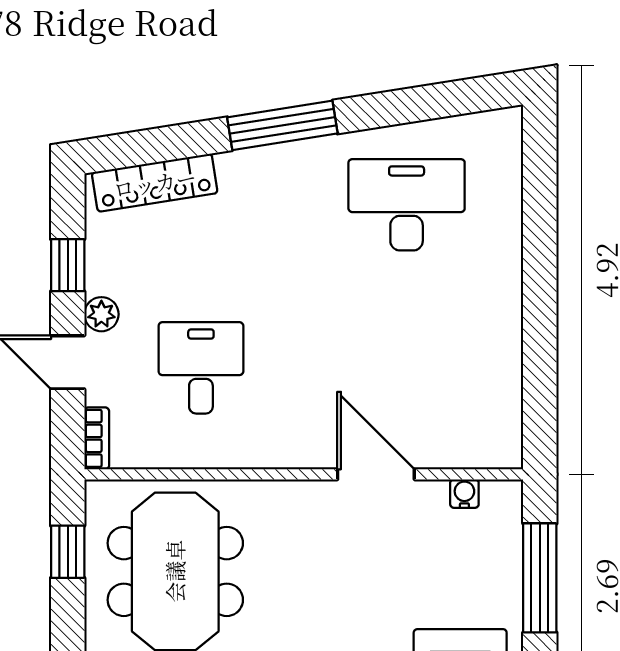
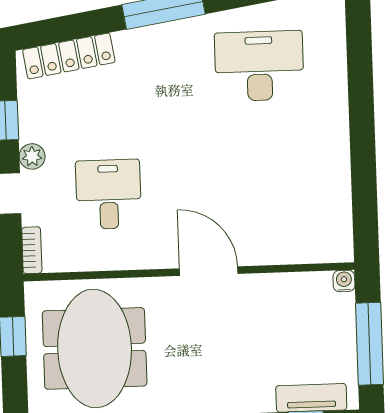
door: (376, 474) -> (209, 271), moved
water cooler: (464, 494) -> (344, 281), moved

